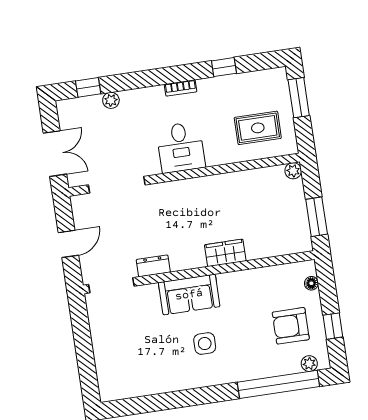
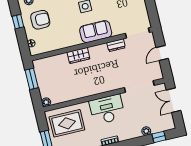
rug: (258, 128) -> (67, 123), width x1.36, depth x1.43
desk: (181, 147) -> (107, 109), width x1.37

